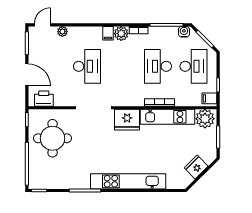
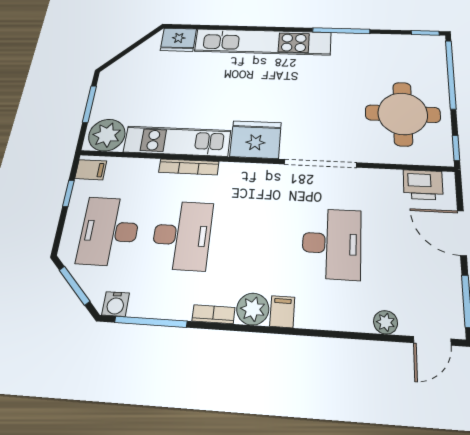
desk: (87, 66) -> (332, 243), turned 180
fridge: (196, 167) -> (178, 40), moved, turned 45

